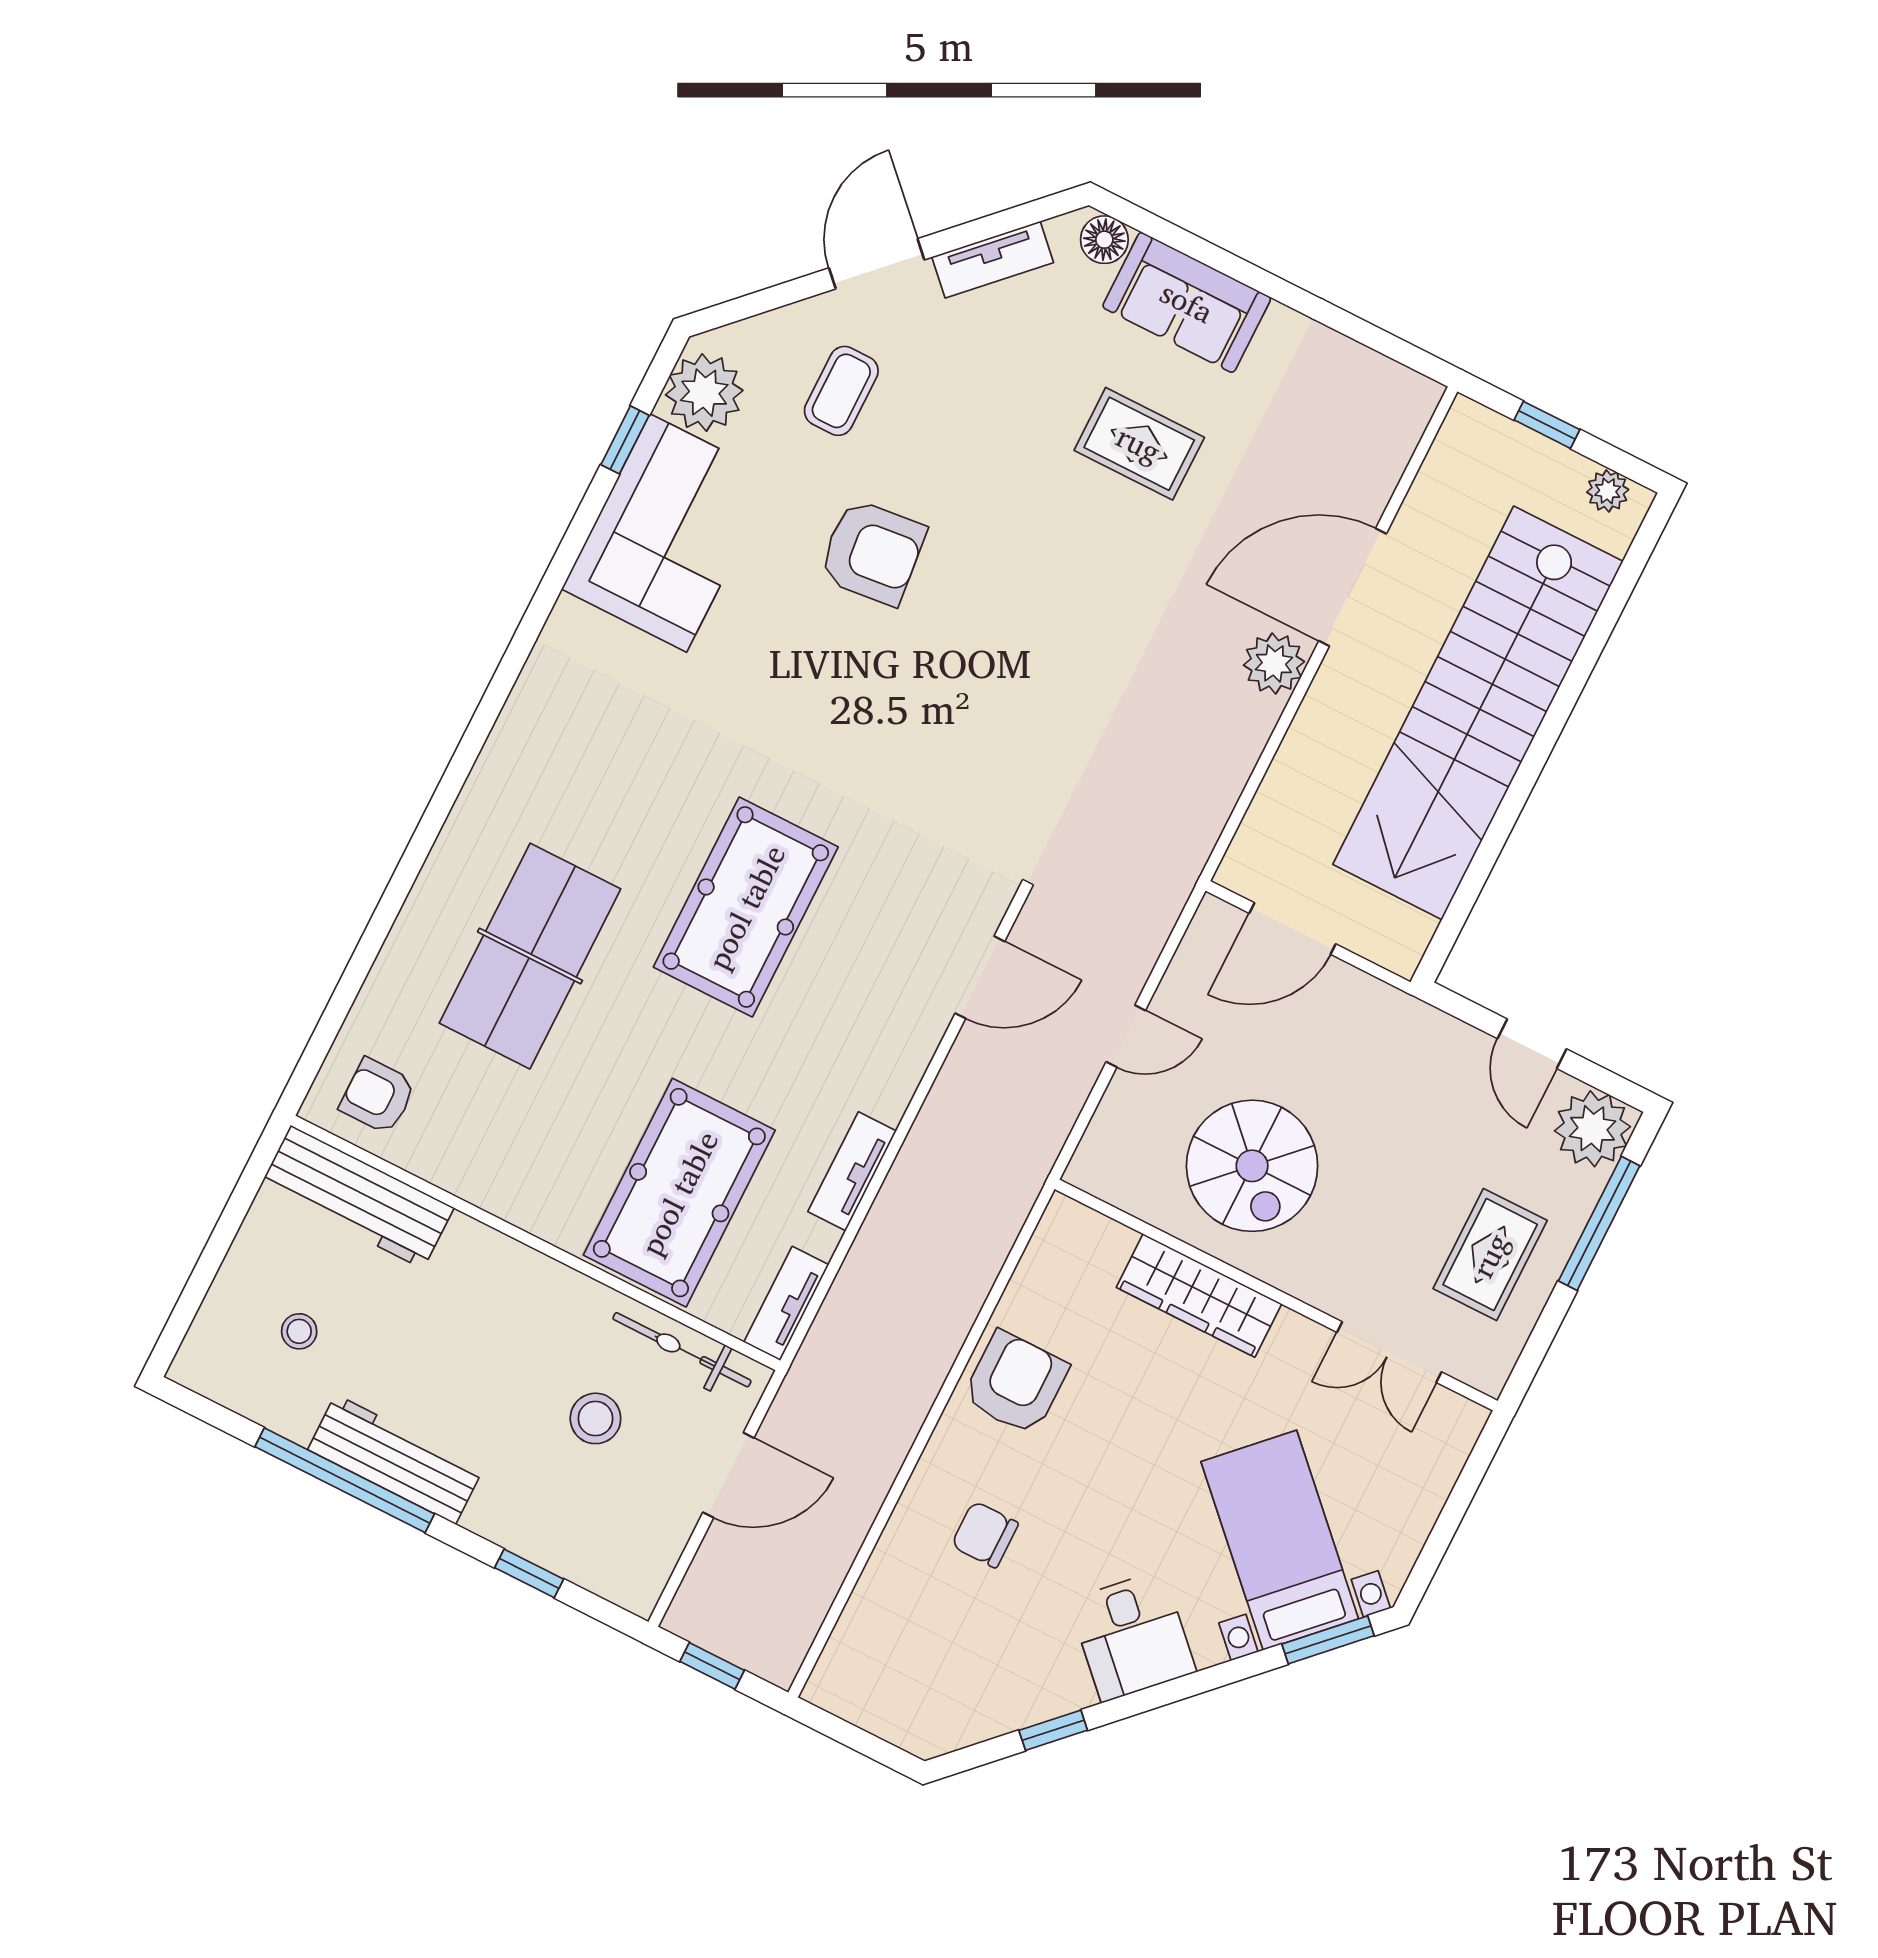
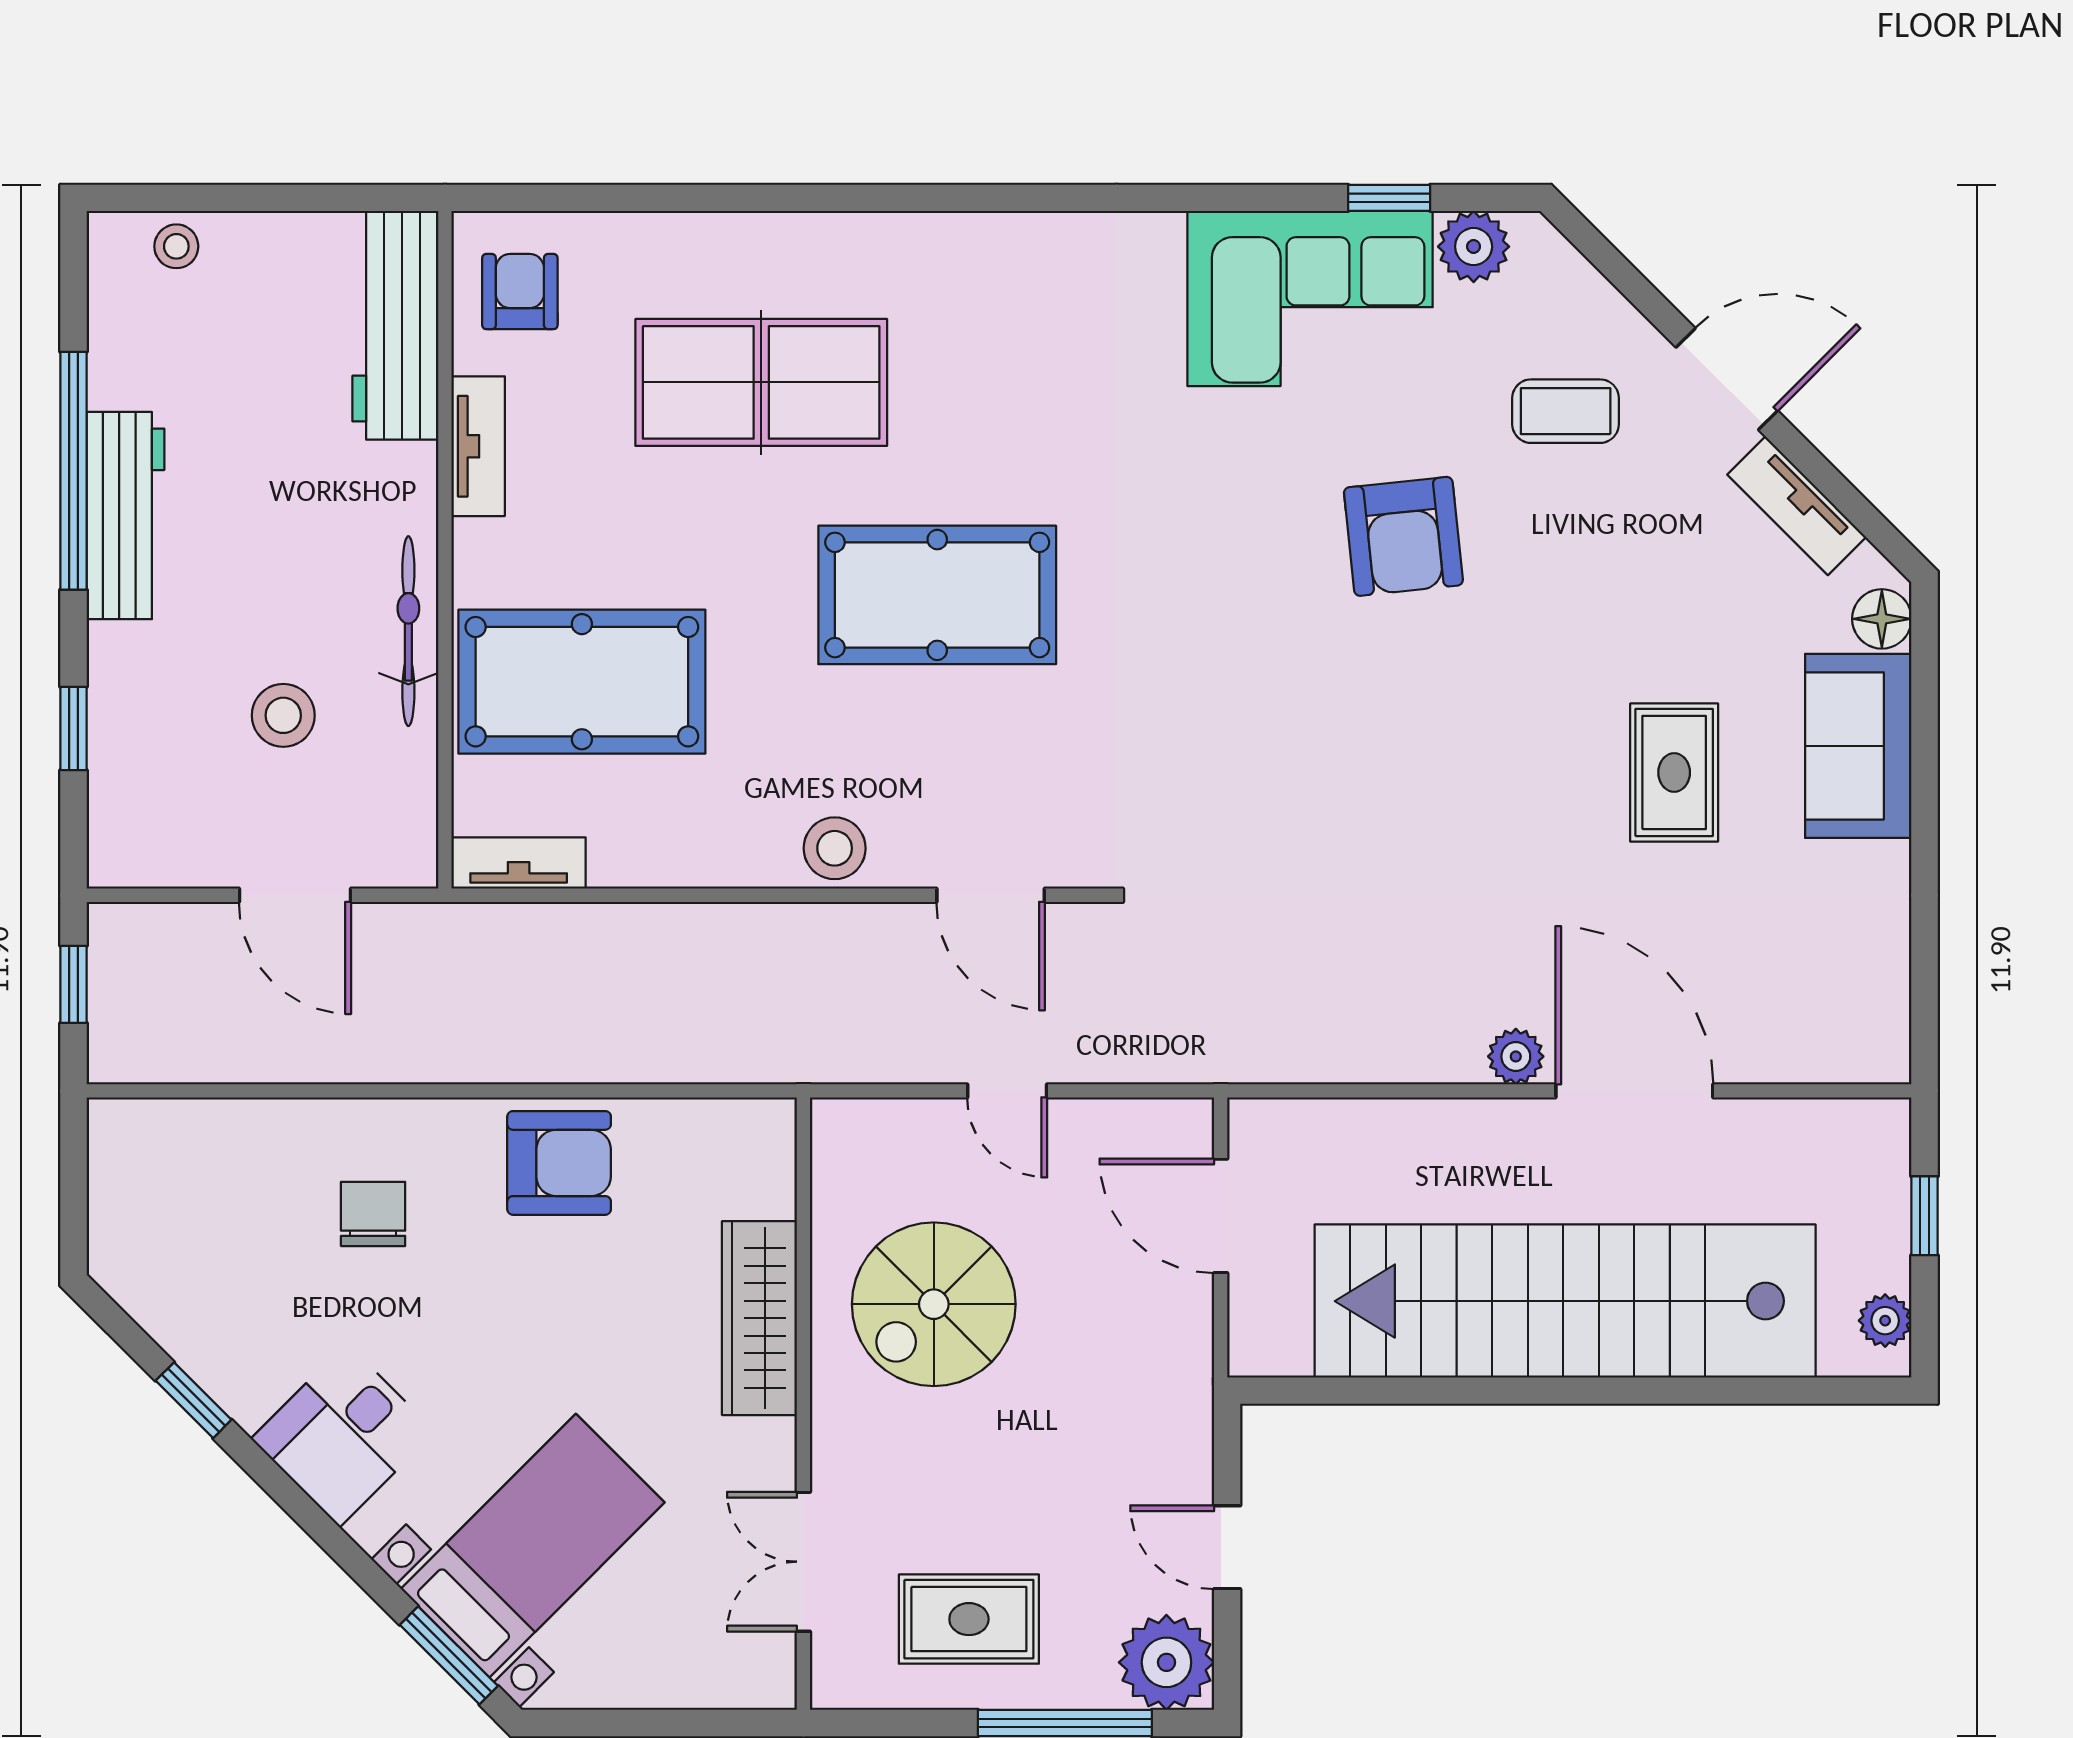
plant: (704, 393) -> (1474, 247), width x0.73, depth x0.73
plant: (1274, 663) -> (1516, 1056), width x0.73, depth x0.73
door: (1532, 1044) -> (1227, 1547), hinge flipped
stool: (890, 1072) -> (835, 848), added
tv unit: (852, 1171) -> (478, 446), moved, turned 90
stool: (299, 1331) -> (176, 246), moved
bicycle: (682, 1350) -> (408, 631), moved

